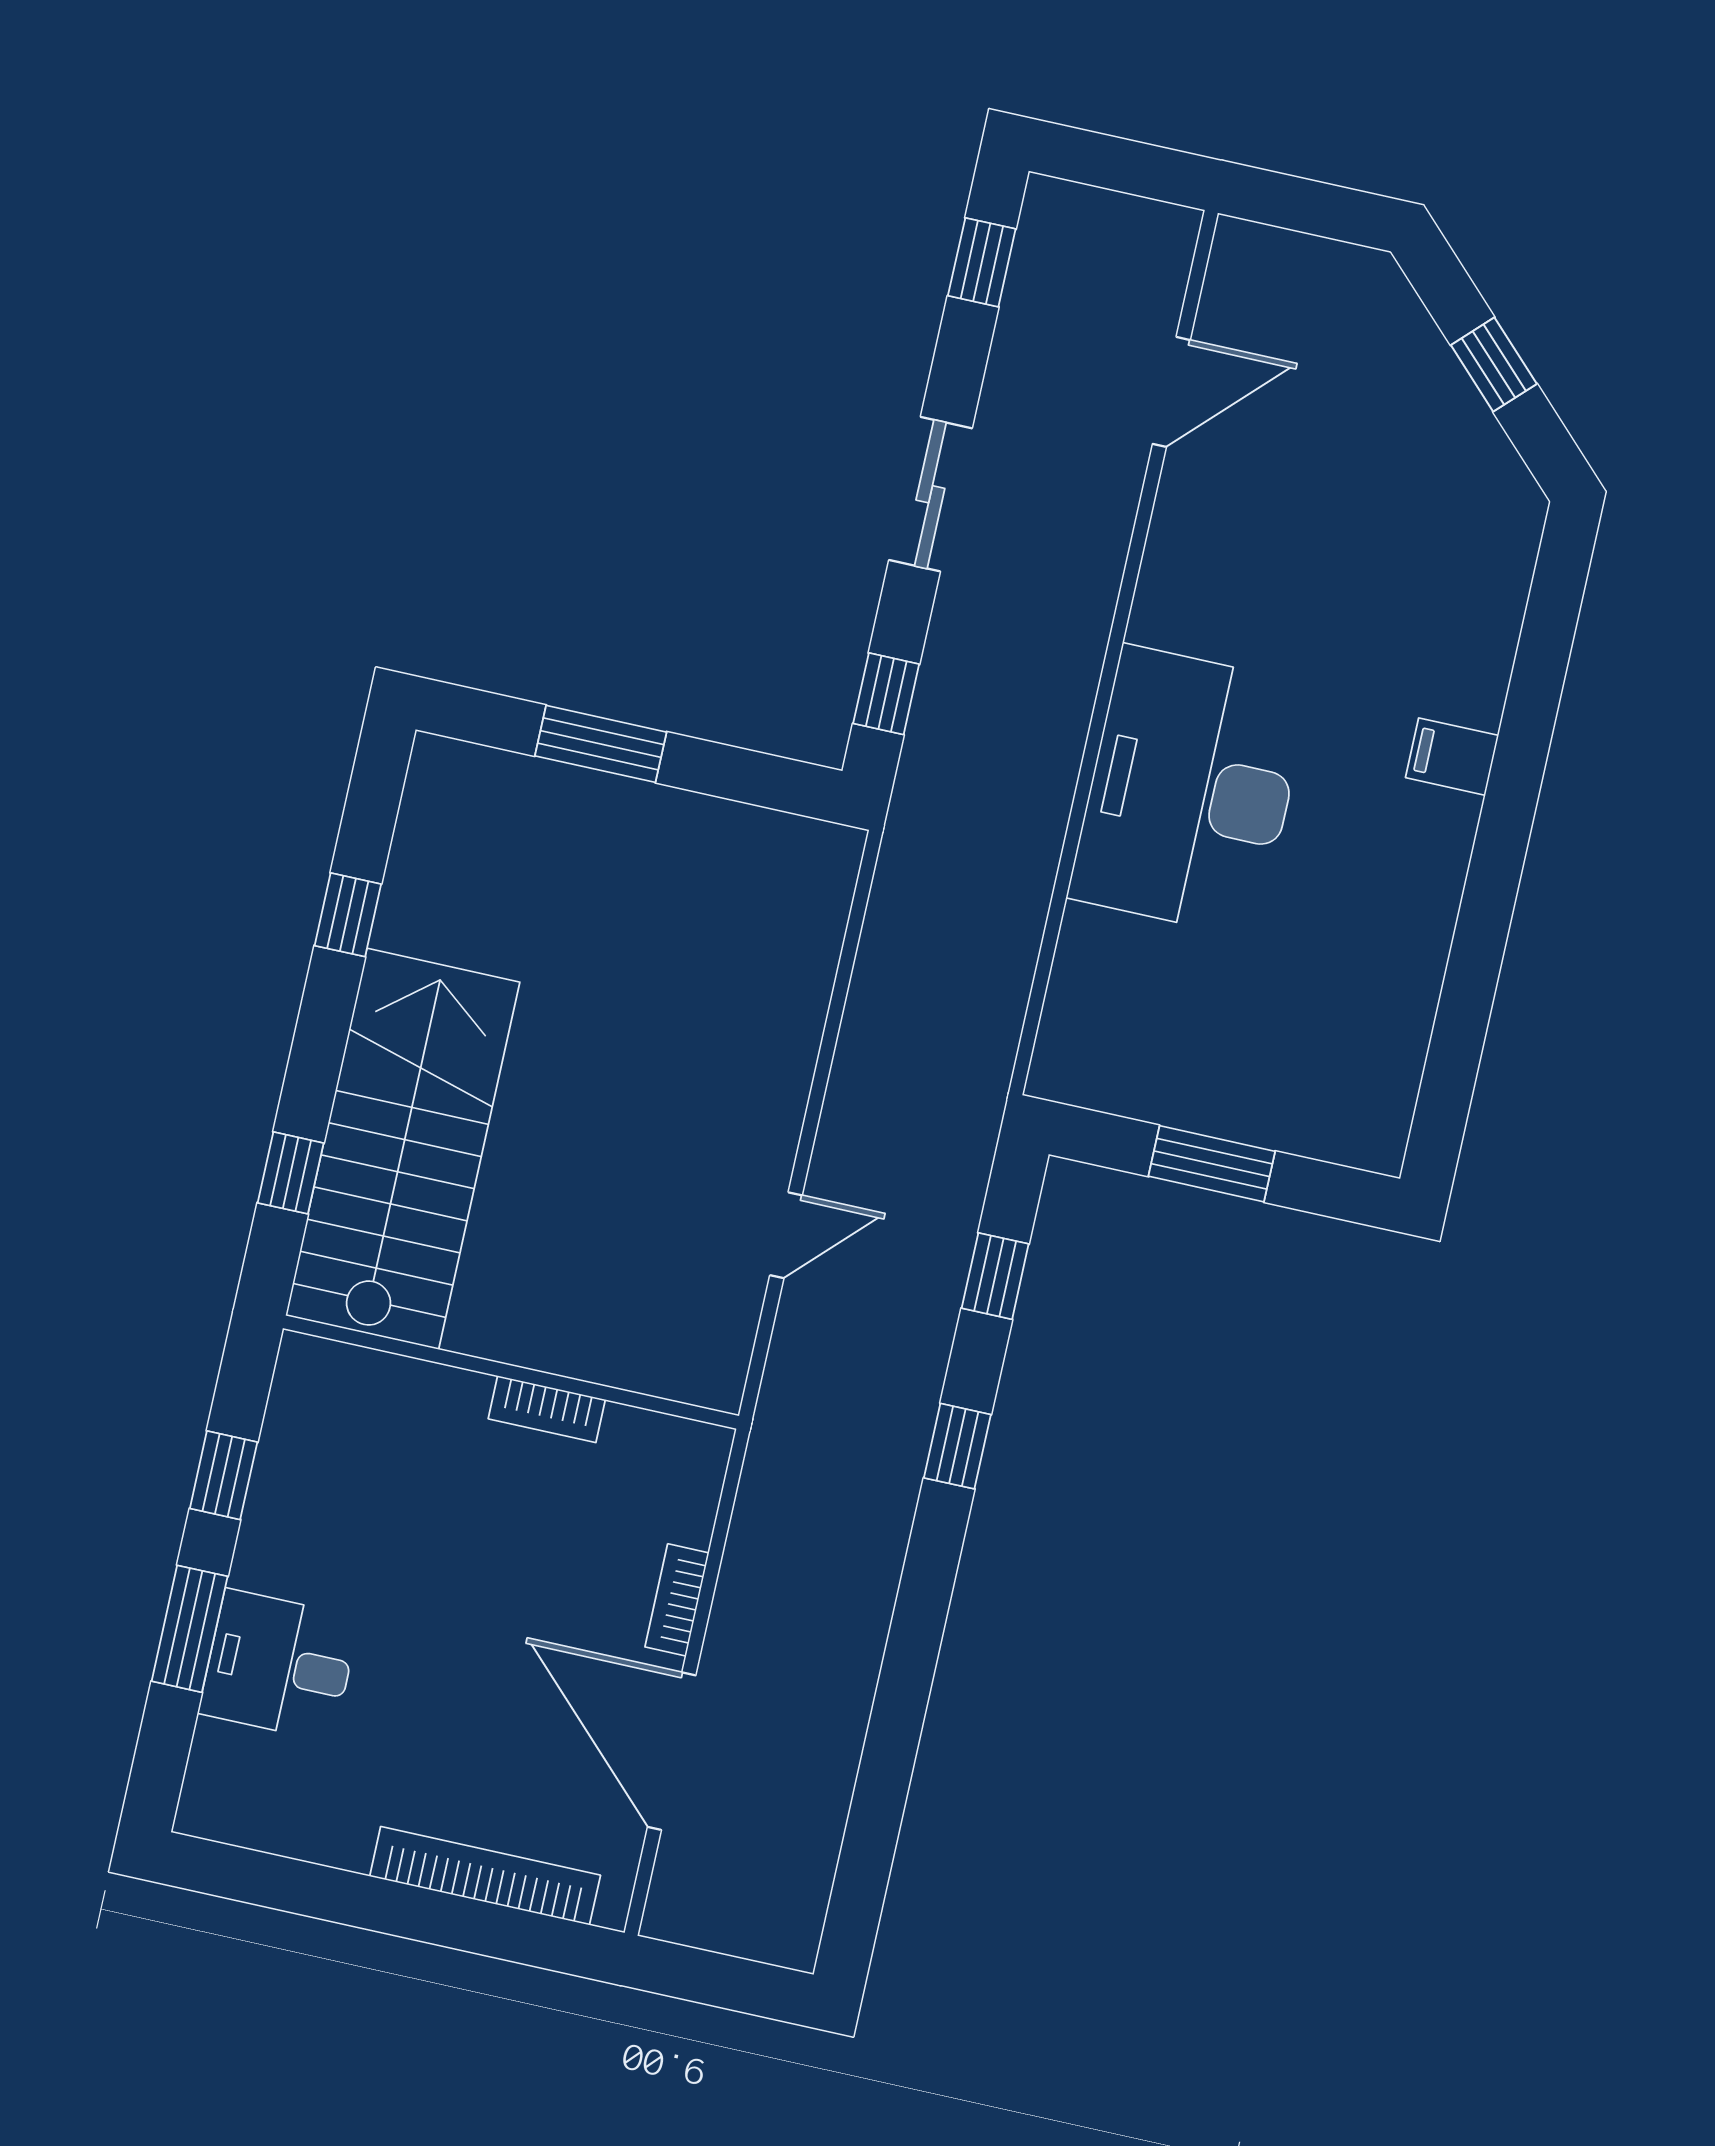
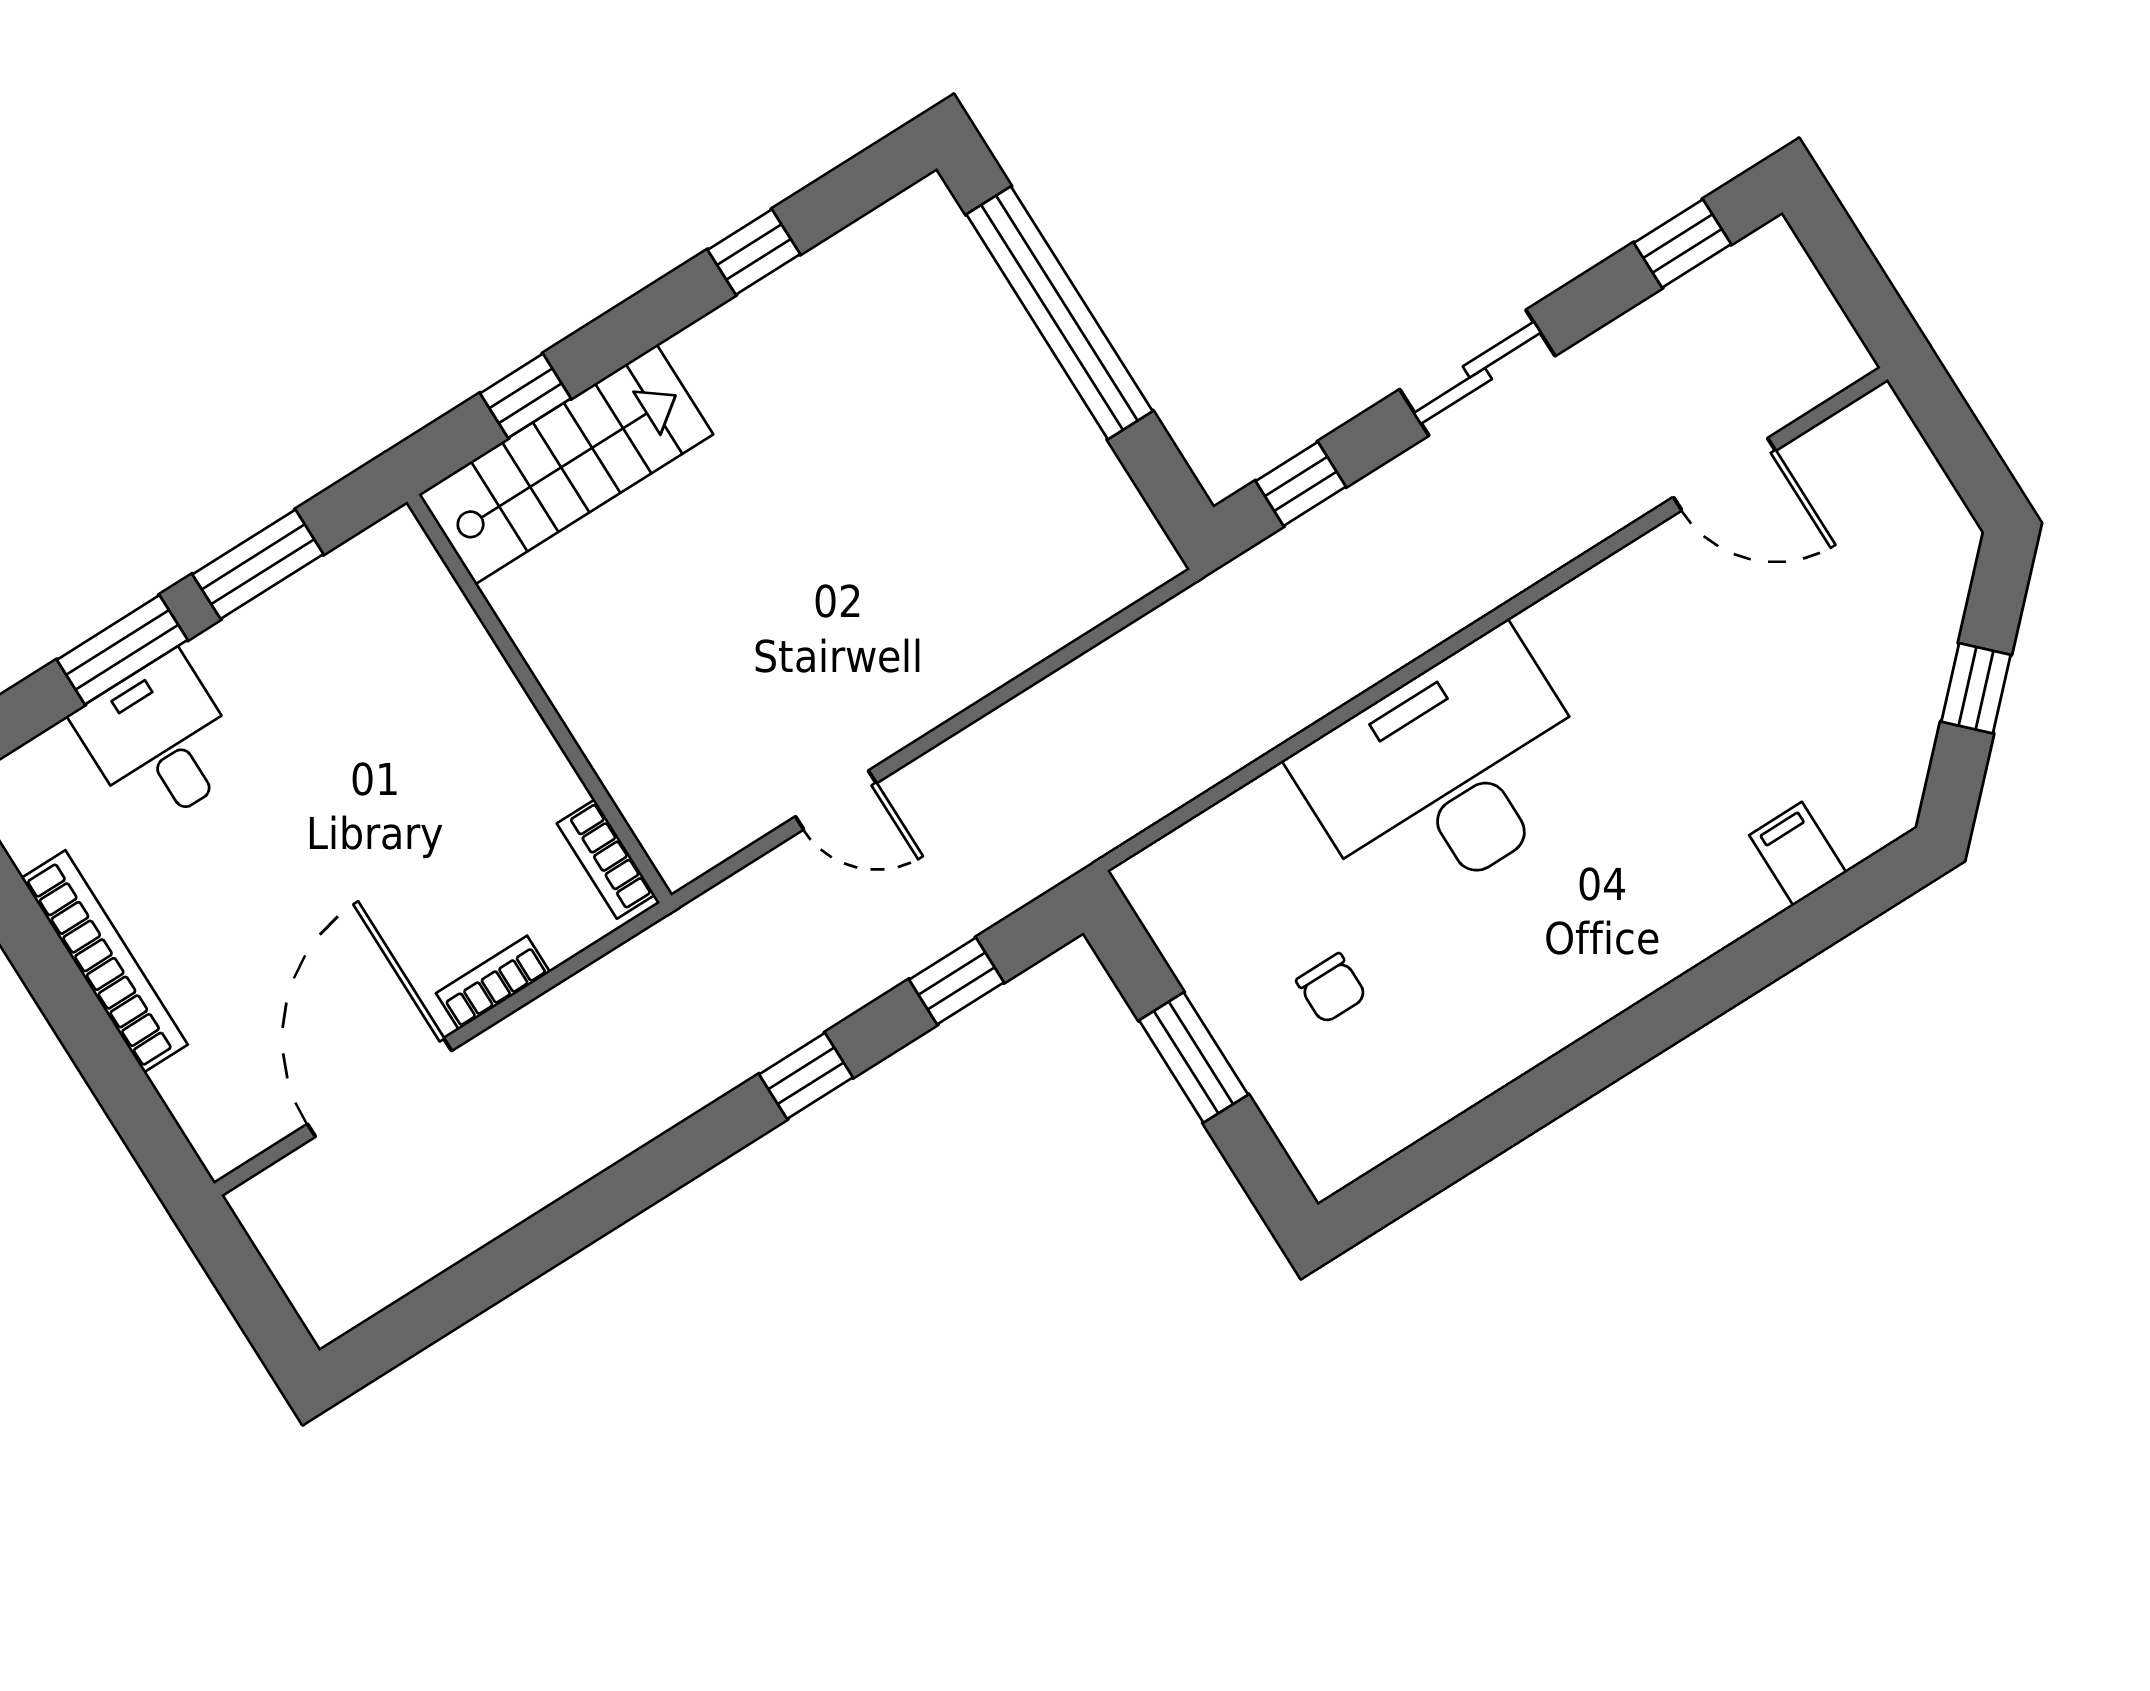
window: (601, 744) -> (1059, 313), width x2.11
filing cabinet: (1452, 757) -> (1798, 854), moved
chair: (1259, 1020) -> (1331, 988), added
stairs: (403, 1149) -> (566, 464), width x0.73, depth x0.66
bookcase: (547, 1409) -> (606, 859), moved
window: (224, 1475) -> (258, 564), width x1.50
bookcase: (485, 1876) -> (105, 961), moved

